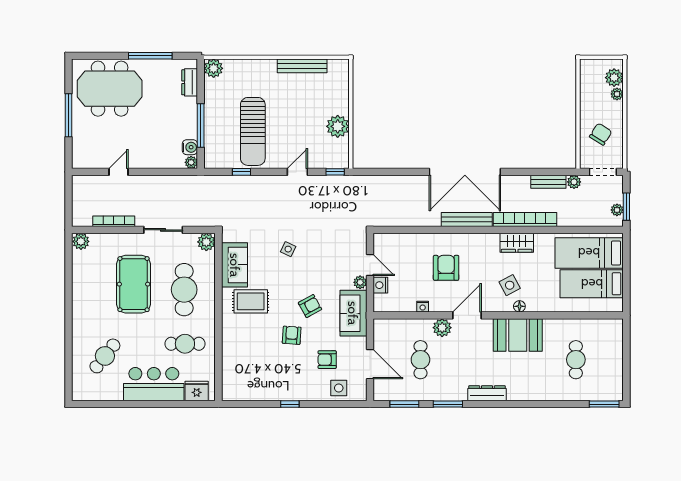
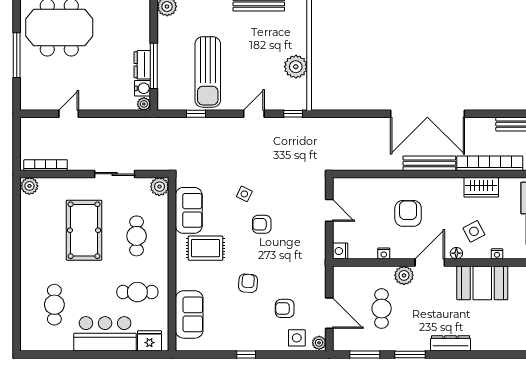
dresser: (190, 82) -> (142, 65), moved
bookcase: (114, 221) -> (46, 165), moved
plant: (360, 282) -> (319, 343), moved
nightstand: (380, 285) -> (340, 251), moved
cafe table: (184, 290) -> (137, 236), width x0.73, depth x0.74
armchair: (310, 306) -> (262, 224), moved, turned -151
floor lamp: (519, 306) -> (456, 253), moved
nightstand: (532, 307) -> (497, 254), added
sofa: (353, 313) -> (189, 314), moved, turned 180
cafe table: (105, 356) -> (54, 305), turned -38

